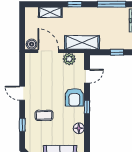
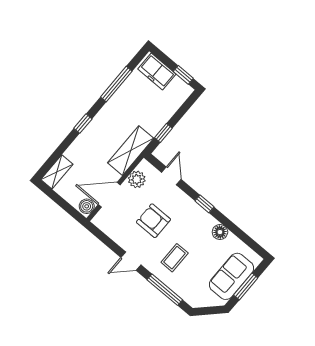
shelving: (50, 12) -> (57, 172), moved
window: (117, 52) -> (163, 133), moved
armchair: (74, 97) -> (153, 221), moved, turned 180
window: (22, 125) -> (165, 290), width x2.17

